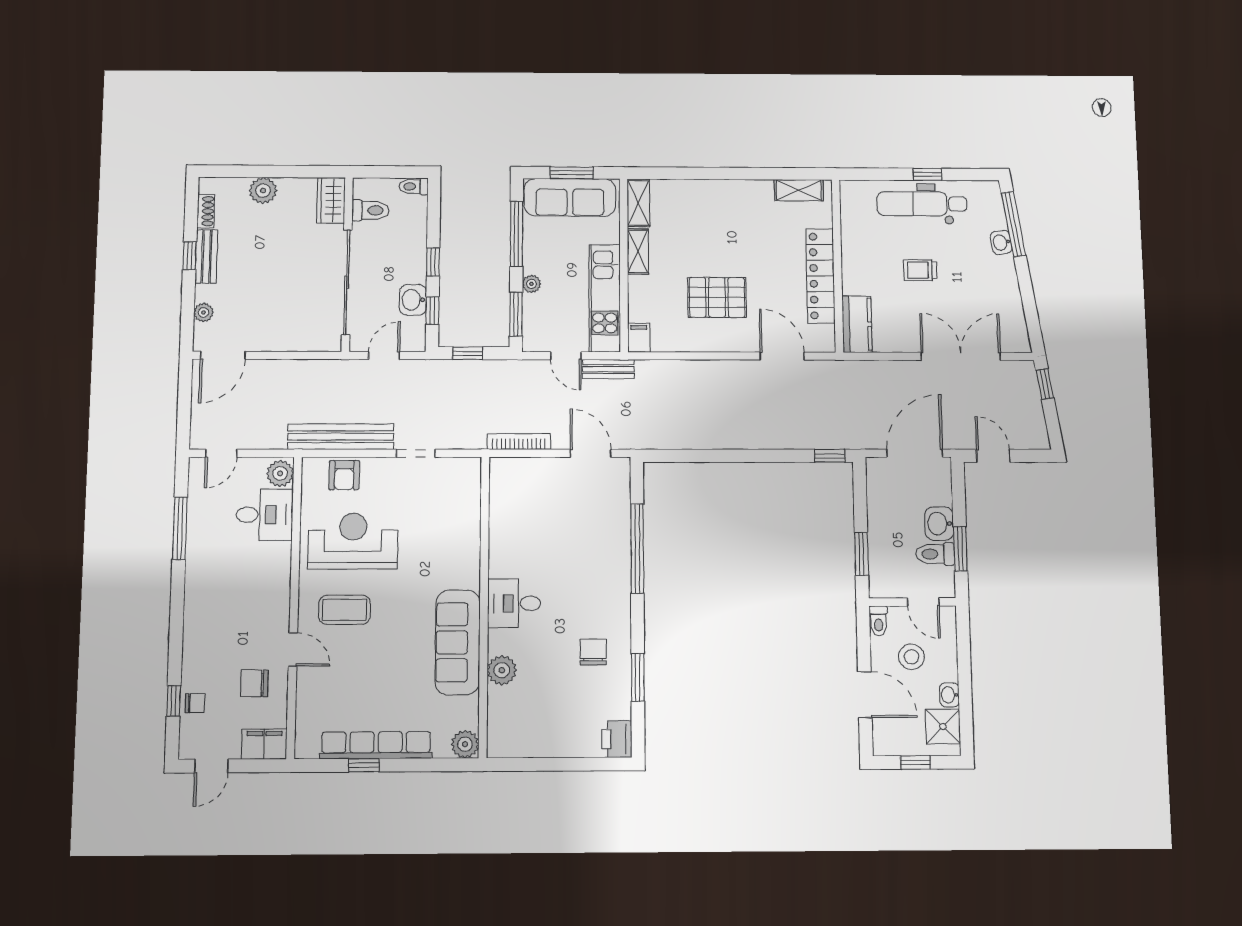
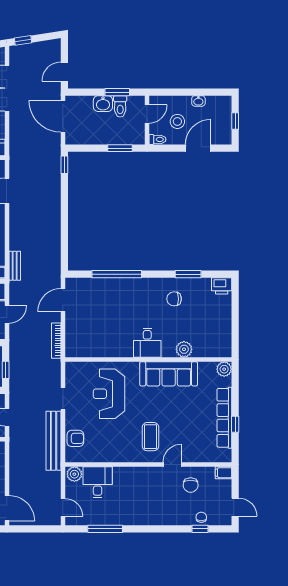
bench: (608, 369) -> (15, 266), moved
reception desk: (353, 541) -> (109, 394), moved
shower: (943, 727) -> (216, 105), removed
filing cabinet: (264, 744) -> (224, 473), width x0.50

